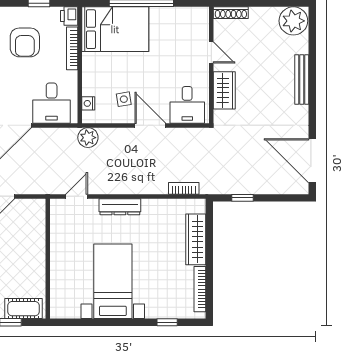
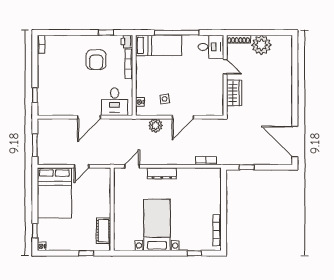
plant: (293, 21) -> (261, 45), moved
bed: (115, 29) -> (159, 45), width x0.67
bench: (302, 79) -> (288, 85), removed
desk: (187, 105) -> (211, 47), moved, turned -90
door: (150, 125) -> (183, 117), swing flipped
plant: (88, 138) -> (156, 126), moved
wardrobe: (196, 239) -> (214, 196), removed
cot: (23, 309) -> (104, 231), moved, turned 90

